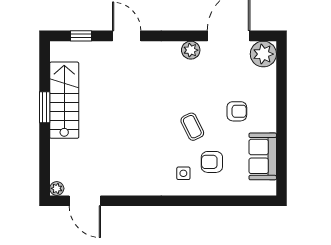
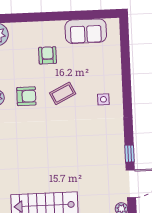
armchair: (212, 162) -> (26, 96), moved, turned -90
window: (120, 201) -> (130, 154), added

